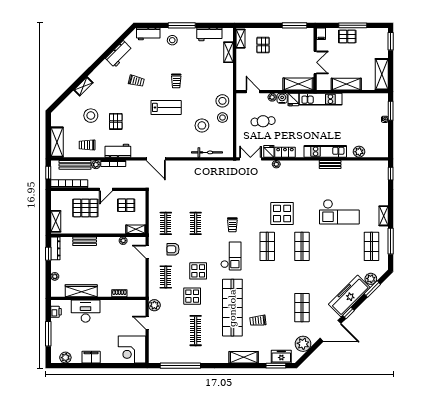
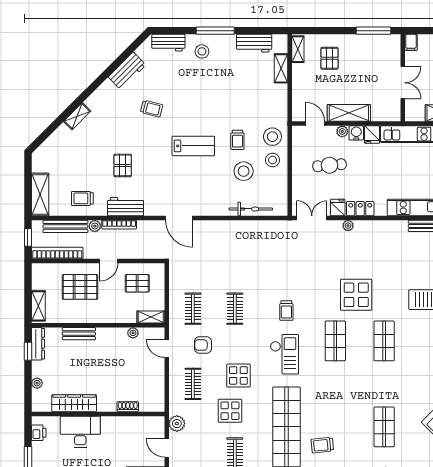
trolley: (176, 81) -> (237, 140), moved
shelving: (298, 84) -> (349, 113), moved
stool: (91, 116) -> (88, 157), removed

